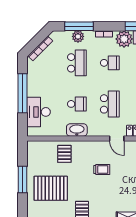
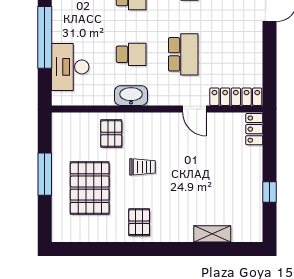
trolley: (102, 169) -> (142, 167), moved
pallet: (51, 188) -> (90, 188), turned 90

